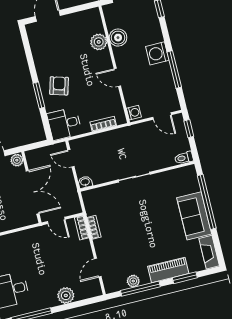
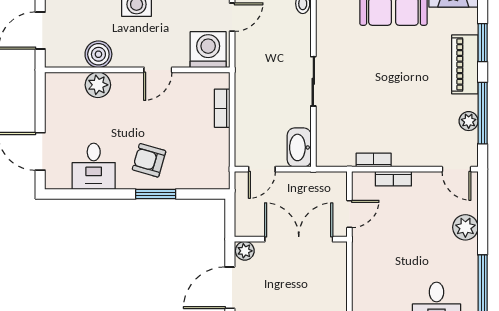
washing machine: (134, 113) -> (208, 50), width x1.89, depth x1.89
desk: (64, 124) -> (94, 166), moved
washbasin: (85, 182) -> (299, 147), width x1.91, depth x1.45
bookcase: (82, 228) -> (393, 179), moved
door: (98, 268) -> (456, 169), moved

